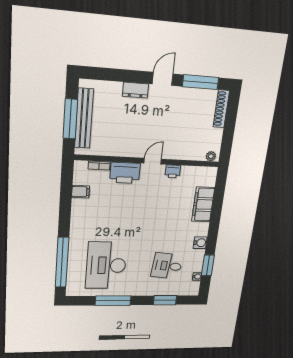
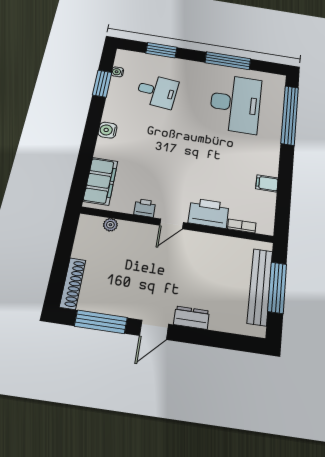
plant: (211, 156) -> (110, 225), moved
filing cabinet: (80, 192) -> (267, 183), moved
filing cabinet: (203, 204) -> (100, 181), moved
water cooler: (200, 243) -> (108, 130), moved

